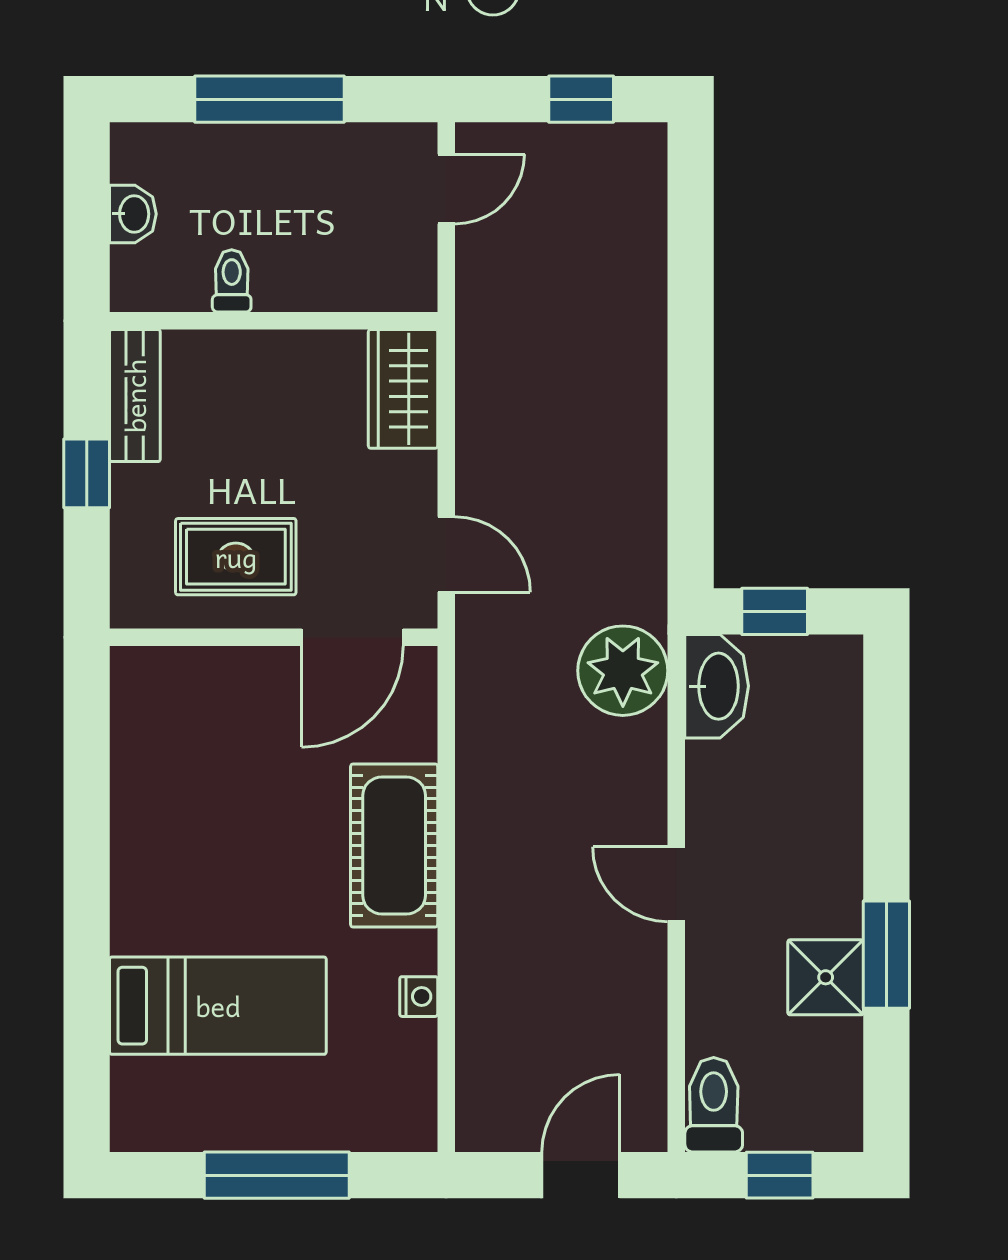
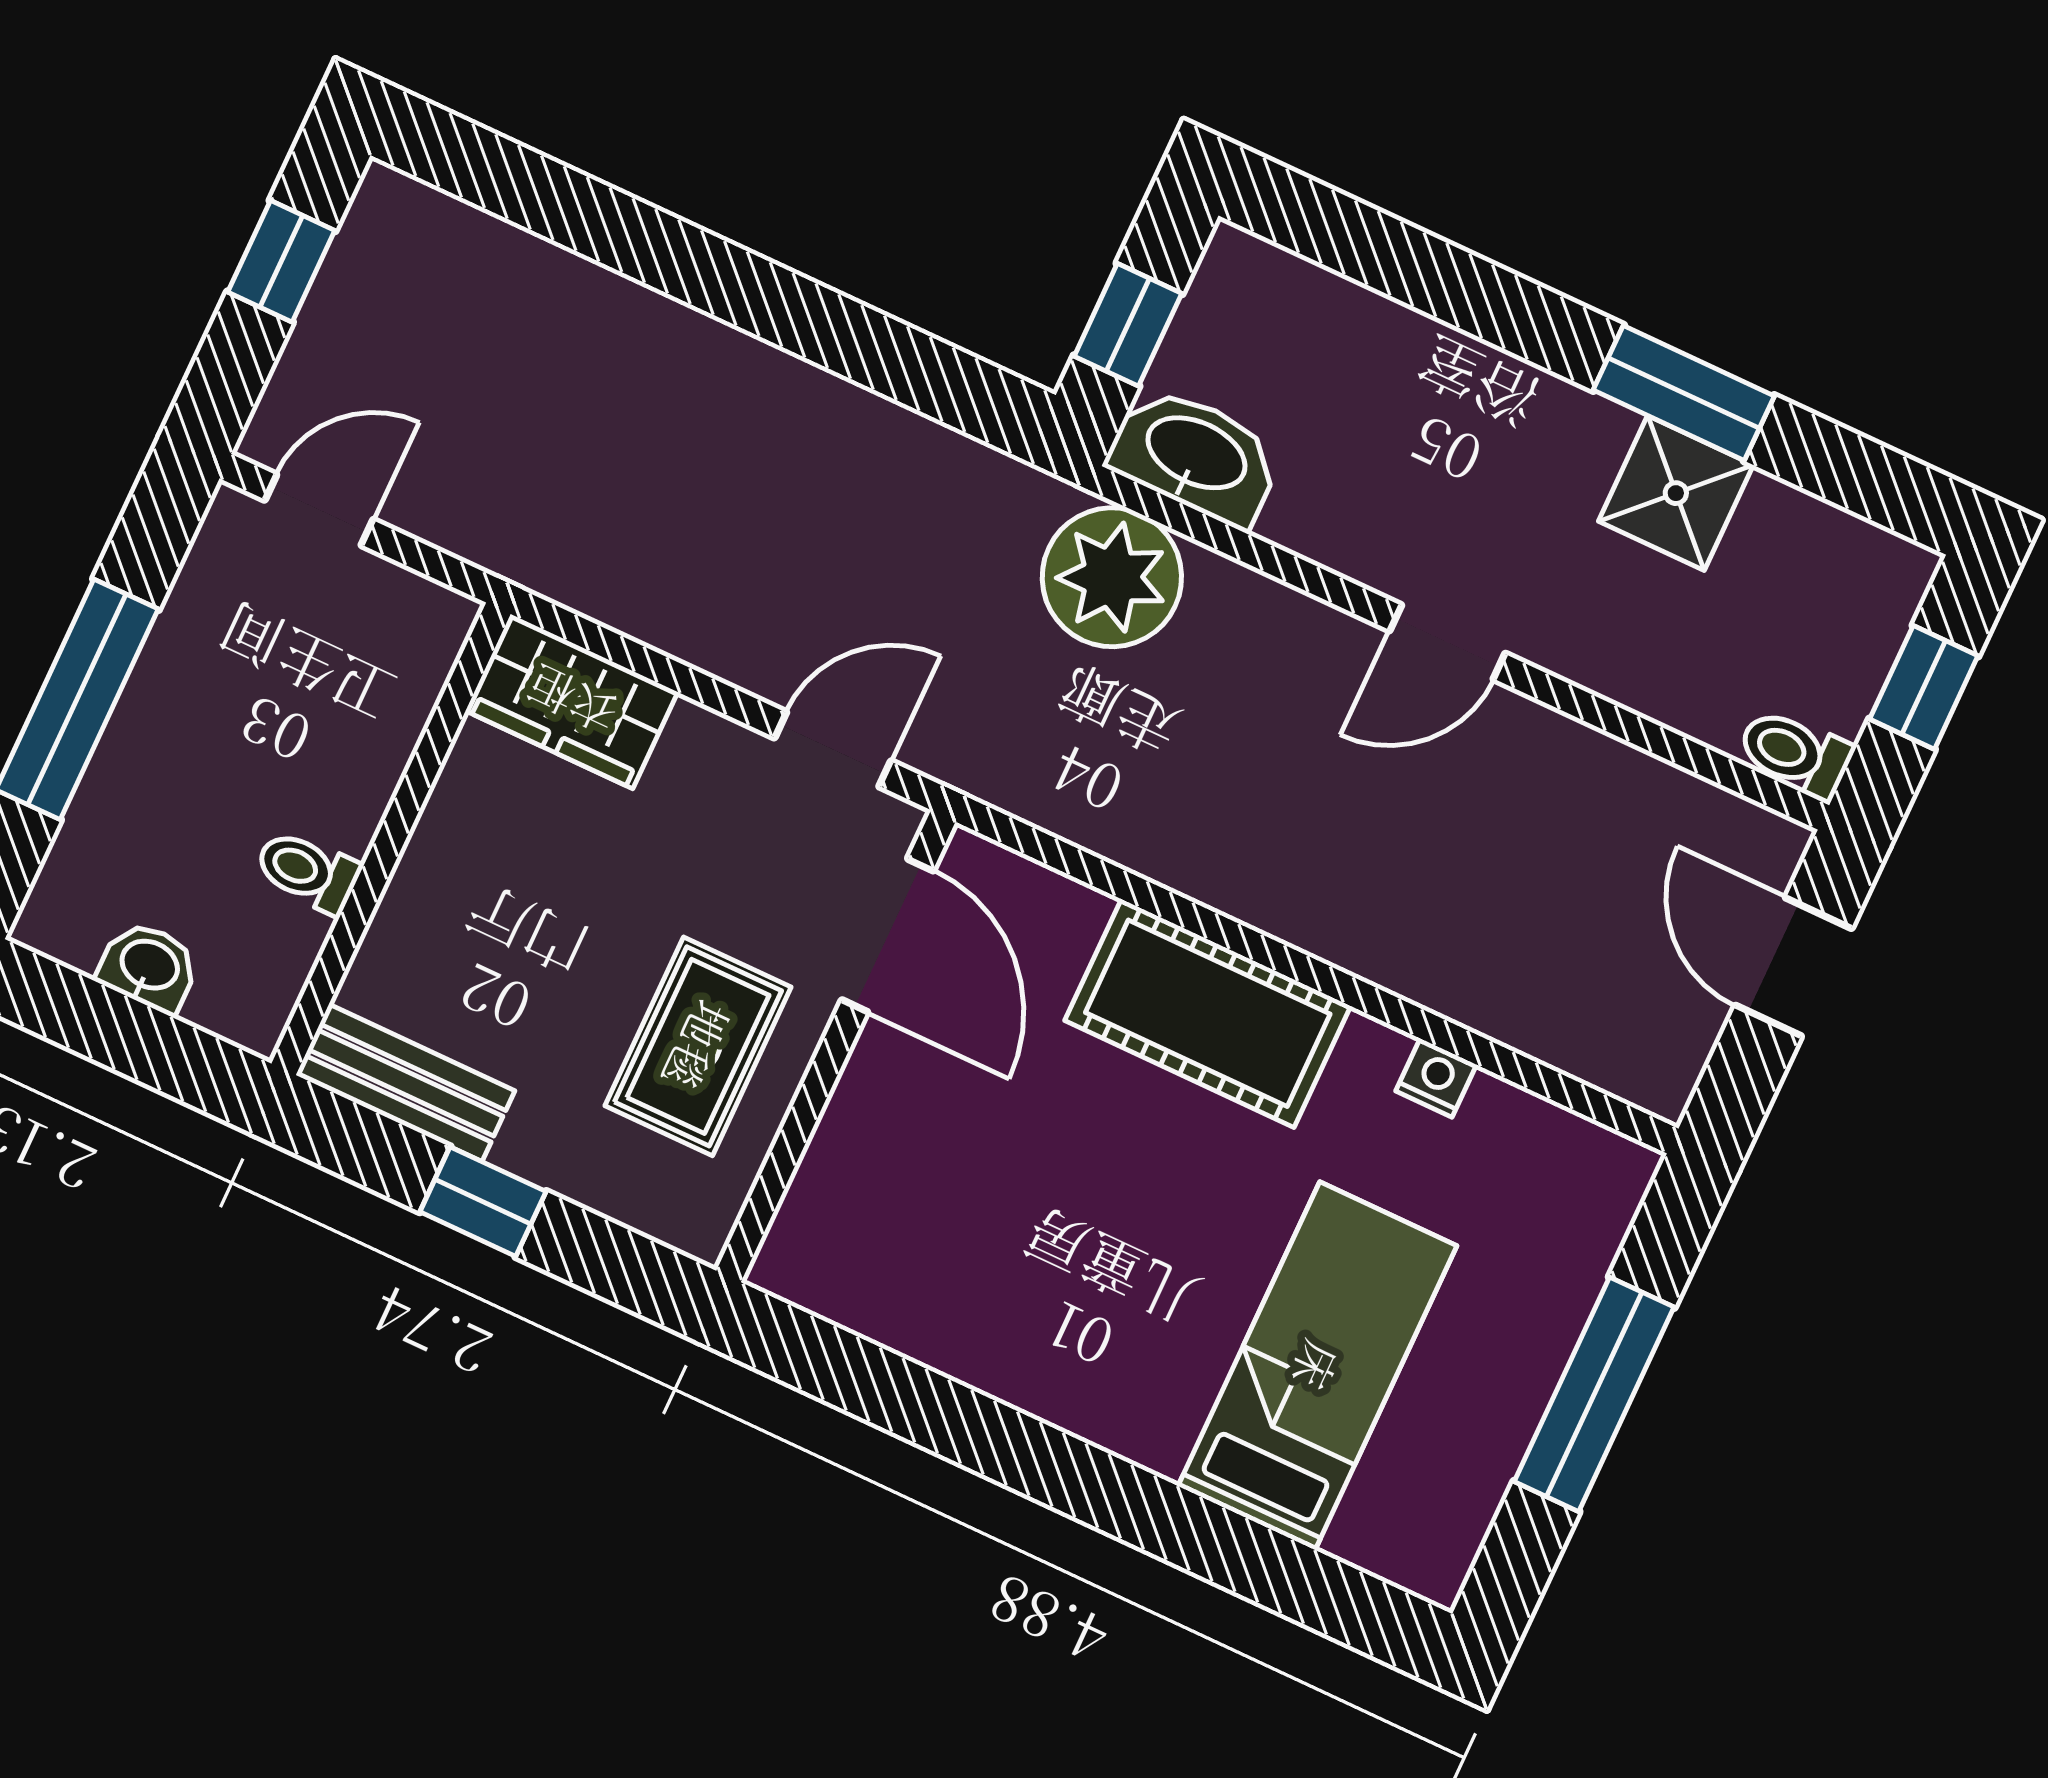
door: (446, 189) -> (319, 510), hinge flipped
toilet: (714, 1105) -> (1795, 754), width x0.73, depth x0.72

